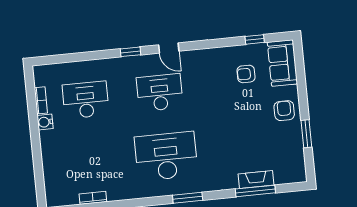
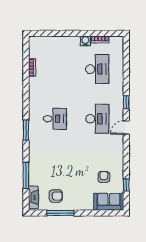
armchair: (284, 111) -> (56, 196), moved
window: (306, 134) -> (60, 213), width x1.44
desk: (166, 156) -> (55, 119), width x0.53, depth x0.77
fireplace: (256, 180) -> (33, 197), moved

